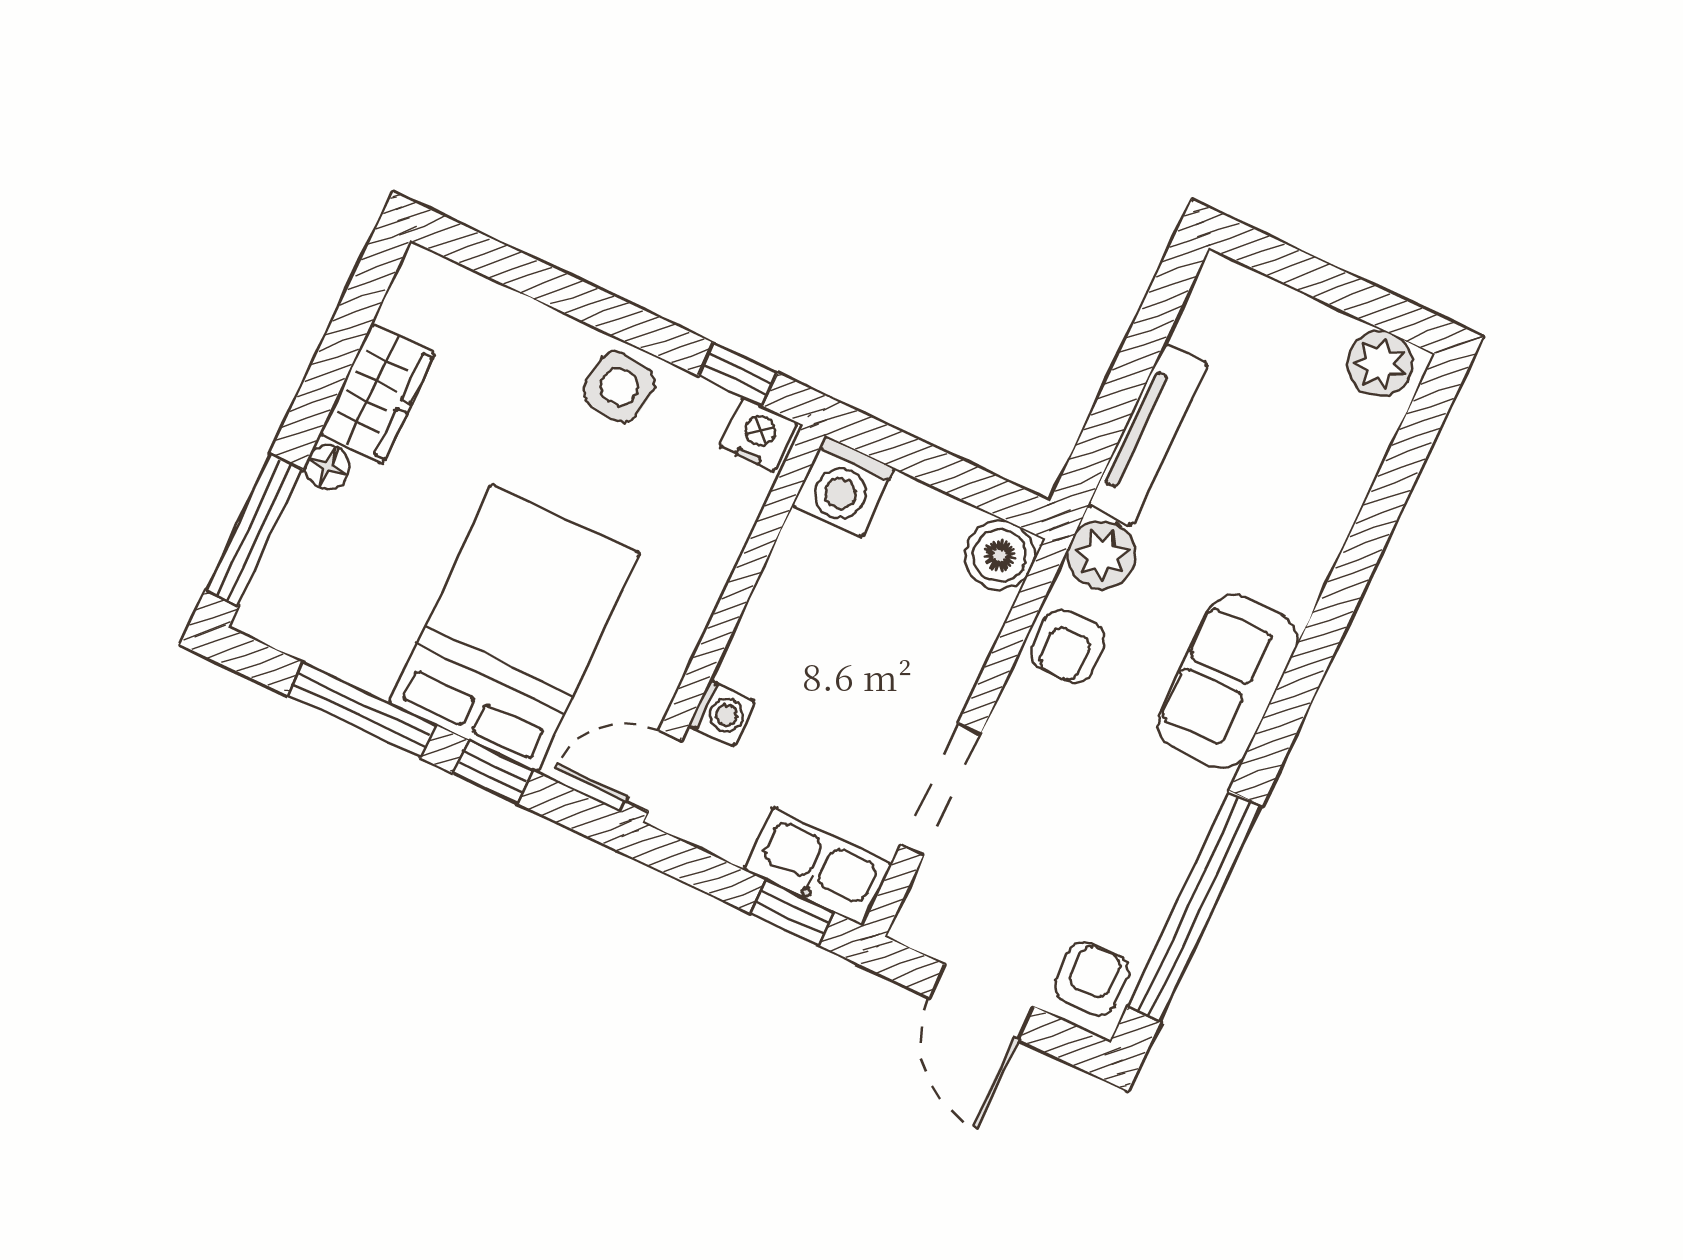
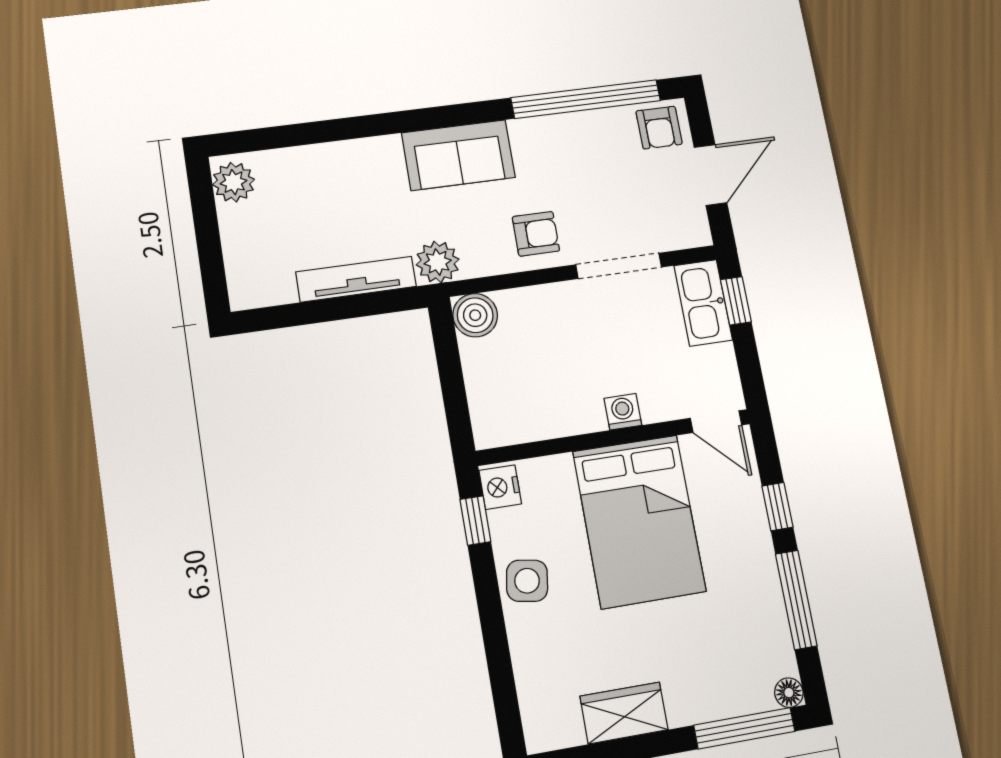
floor lamp: (328, 467) -> (789, 693), moved
washing machine: (843, 486) -> (496, 422), removed
bed: (514, 628) -> (639, 521), moved, turned -90
armchair: (1068, 646) -> (536, 234), moved
washing machine: (722, 713) -> (623, 412), moved
armchair: (1092, 979) -> (659, 128), turned -90

